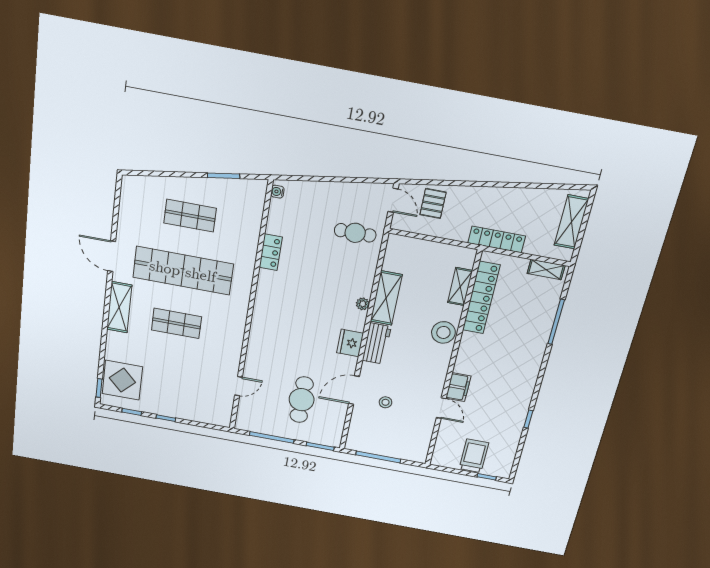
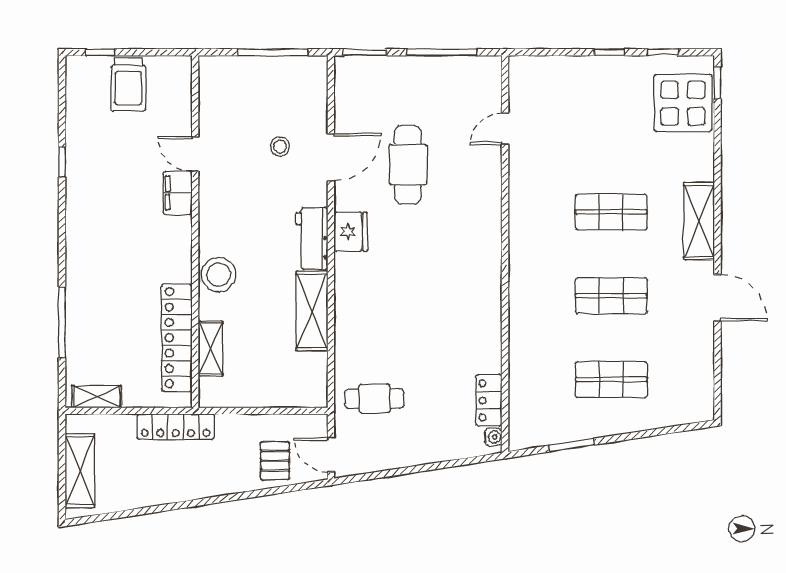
locker: (271, 252) -> (489, 400), moved
shop shelf: (183, 271) -> (611, 296), width x0.50, depth x0.74
plant: (363, 304) -> (344, 296), removed
cafe table: (302, 400) -> (408, 165), moved

